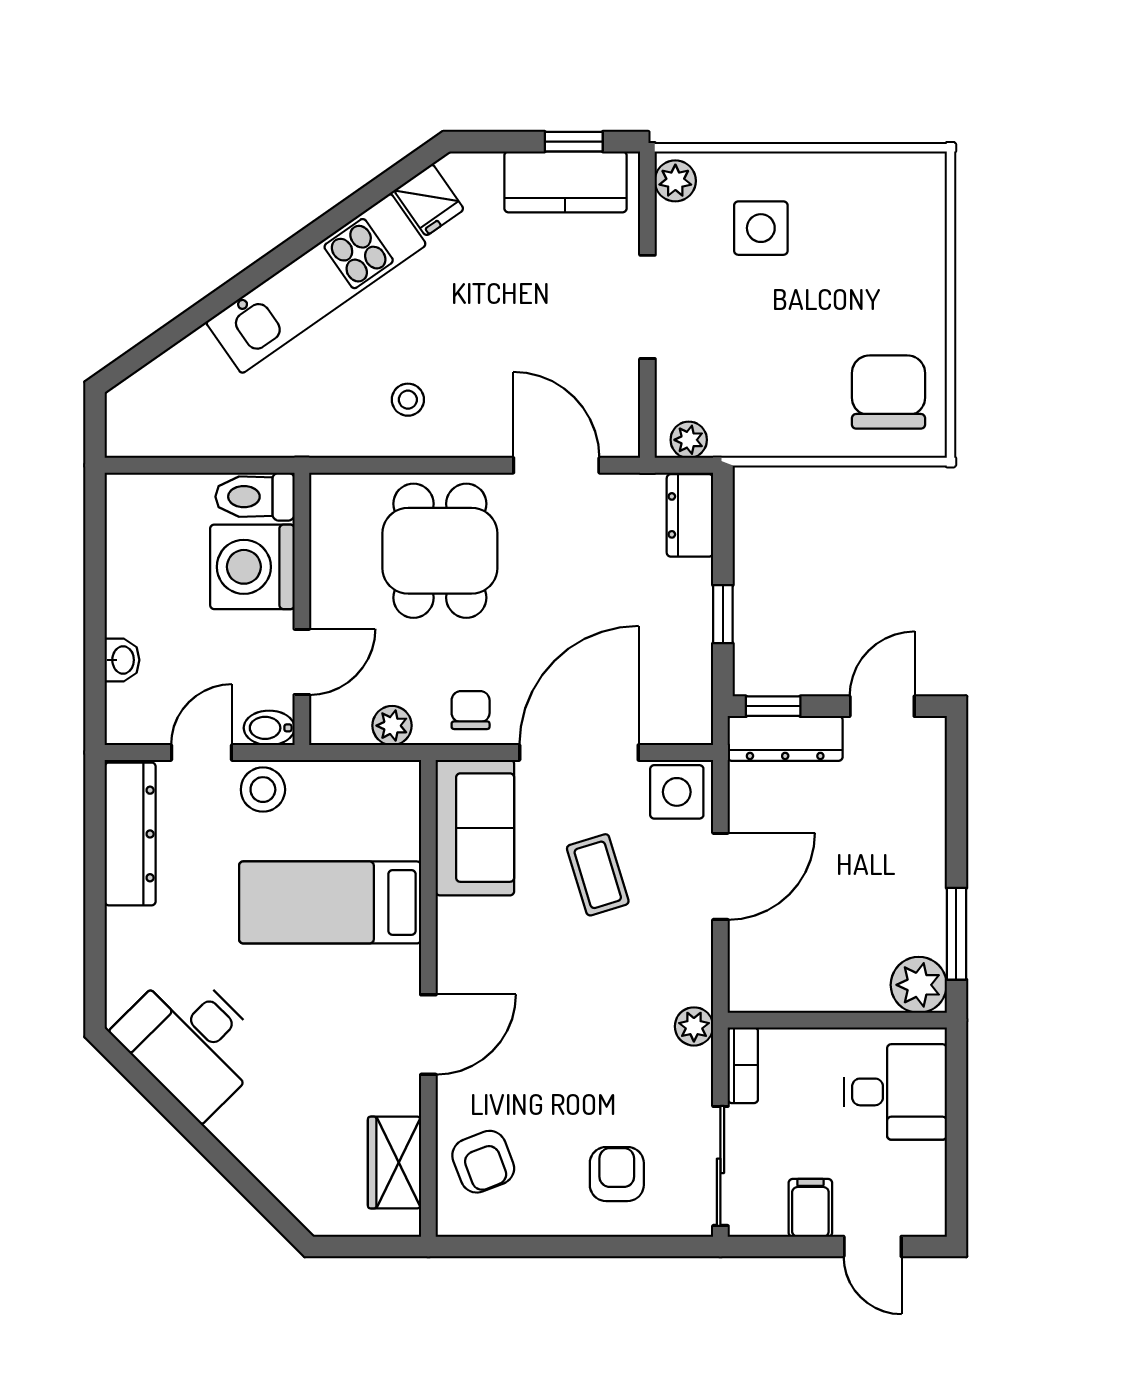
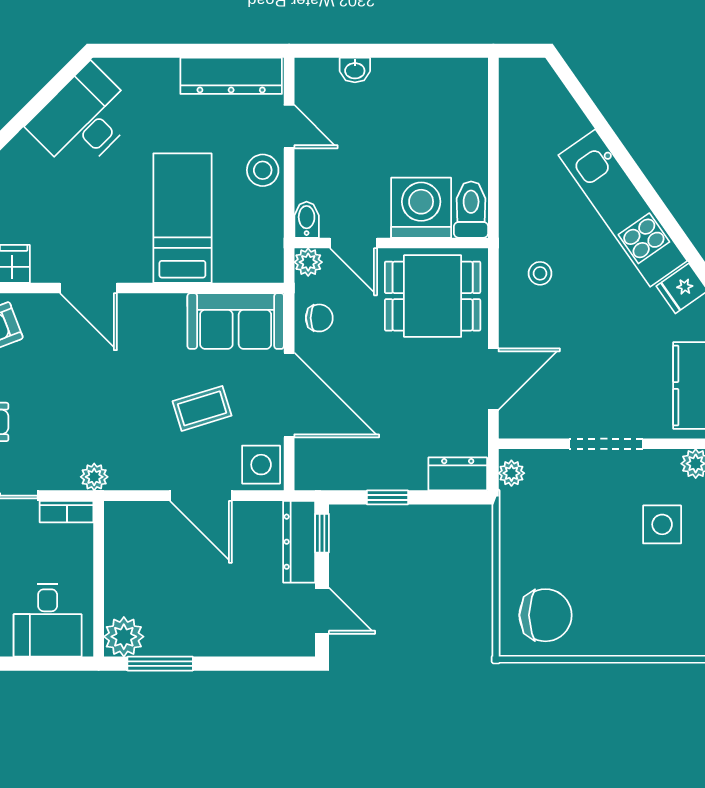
toilet: (255, 497) -> (471, 210), moved
washing machine: (252, 567) -> (421, 208), moved
wall: (302, 609) -> (391, 243), moved
door: (302, 662) -> (353, 243), moved
bidet: (269, 728) -> (307, 220), moved

